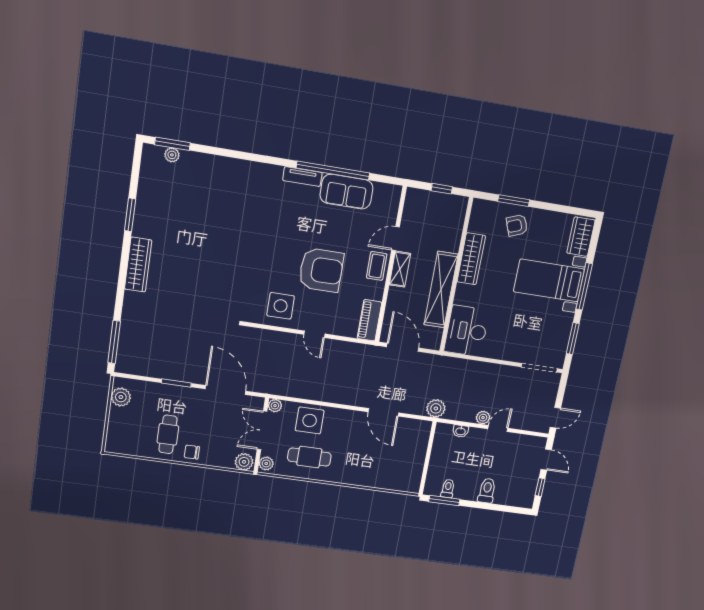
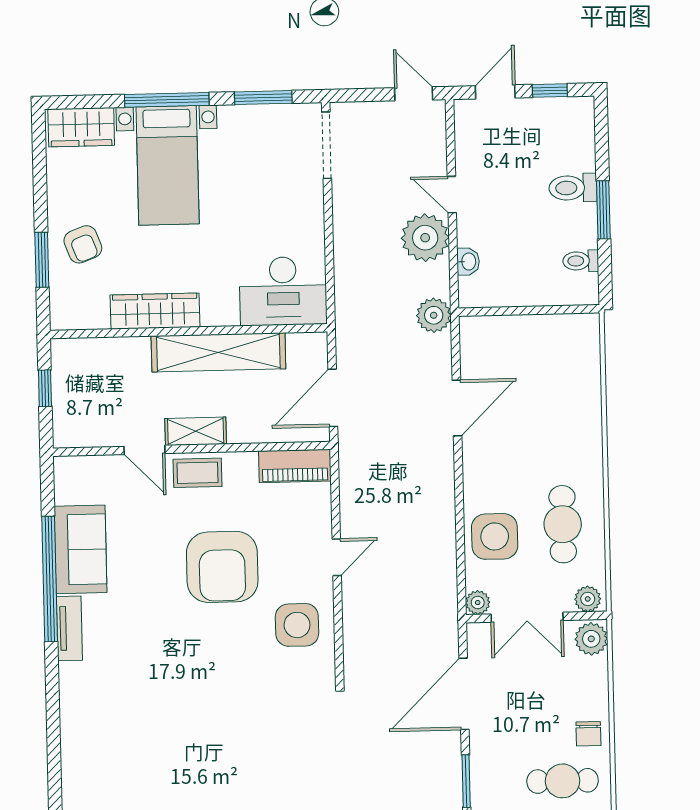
armchair: (321, 270) -> (222, 567), turned 180
plant: (483, 418) -> (425, 238), width x1.87, depth x1.87
window: (444, 500) -> (603, 210), moved

